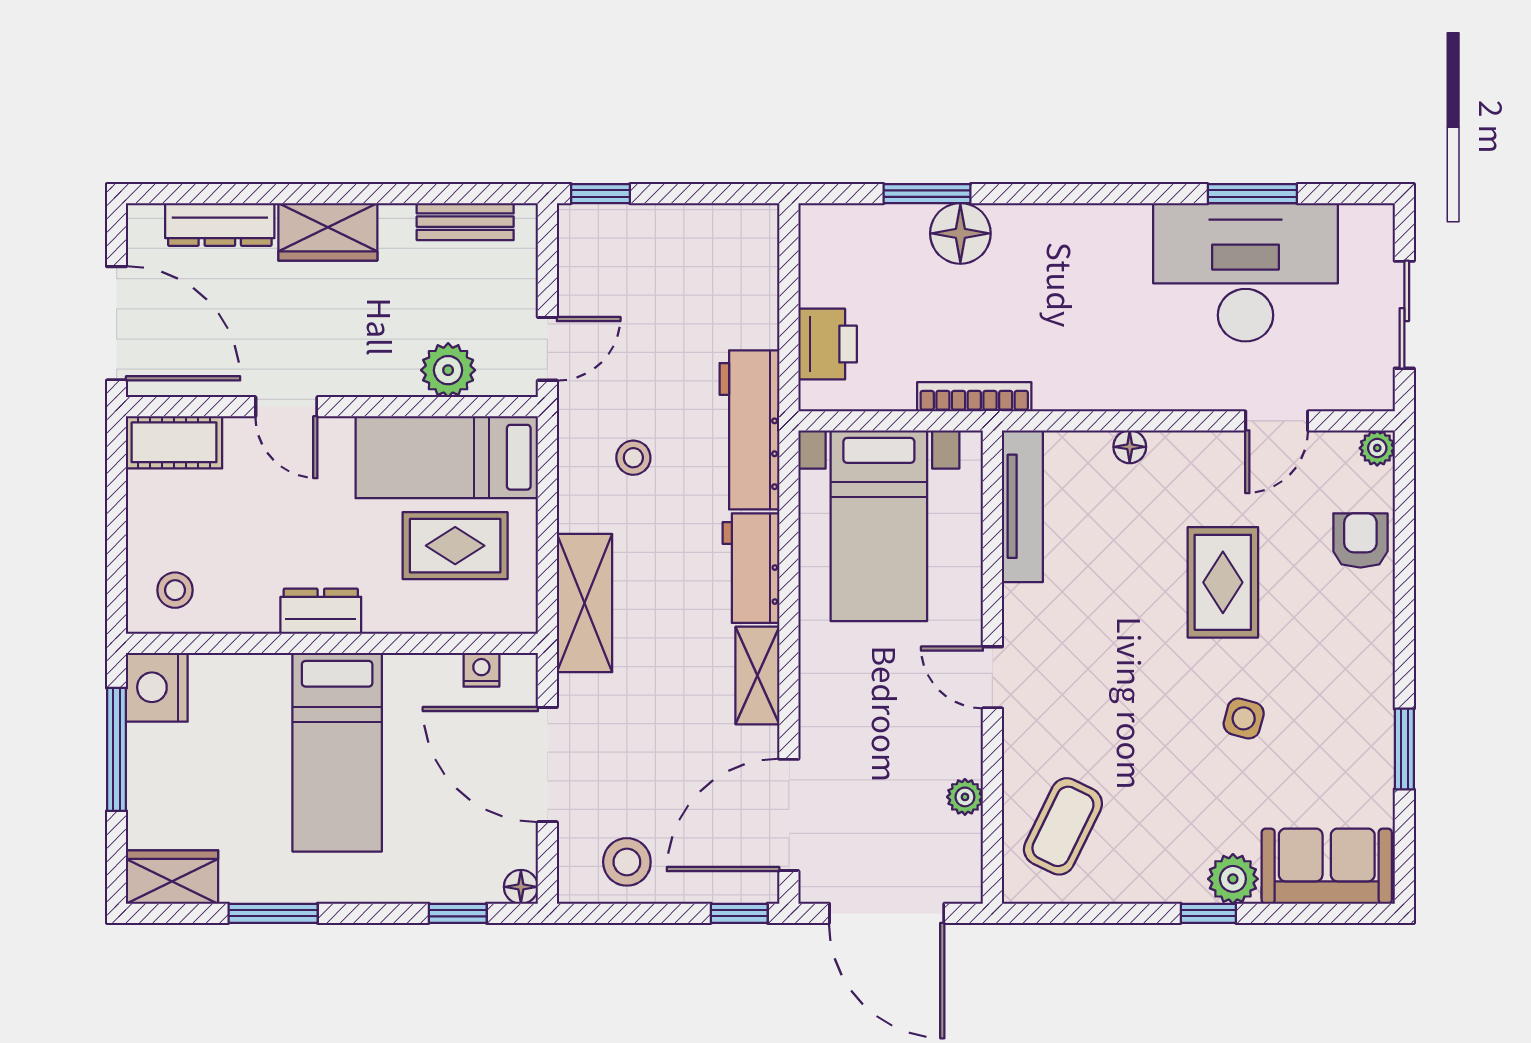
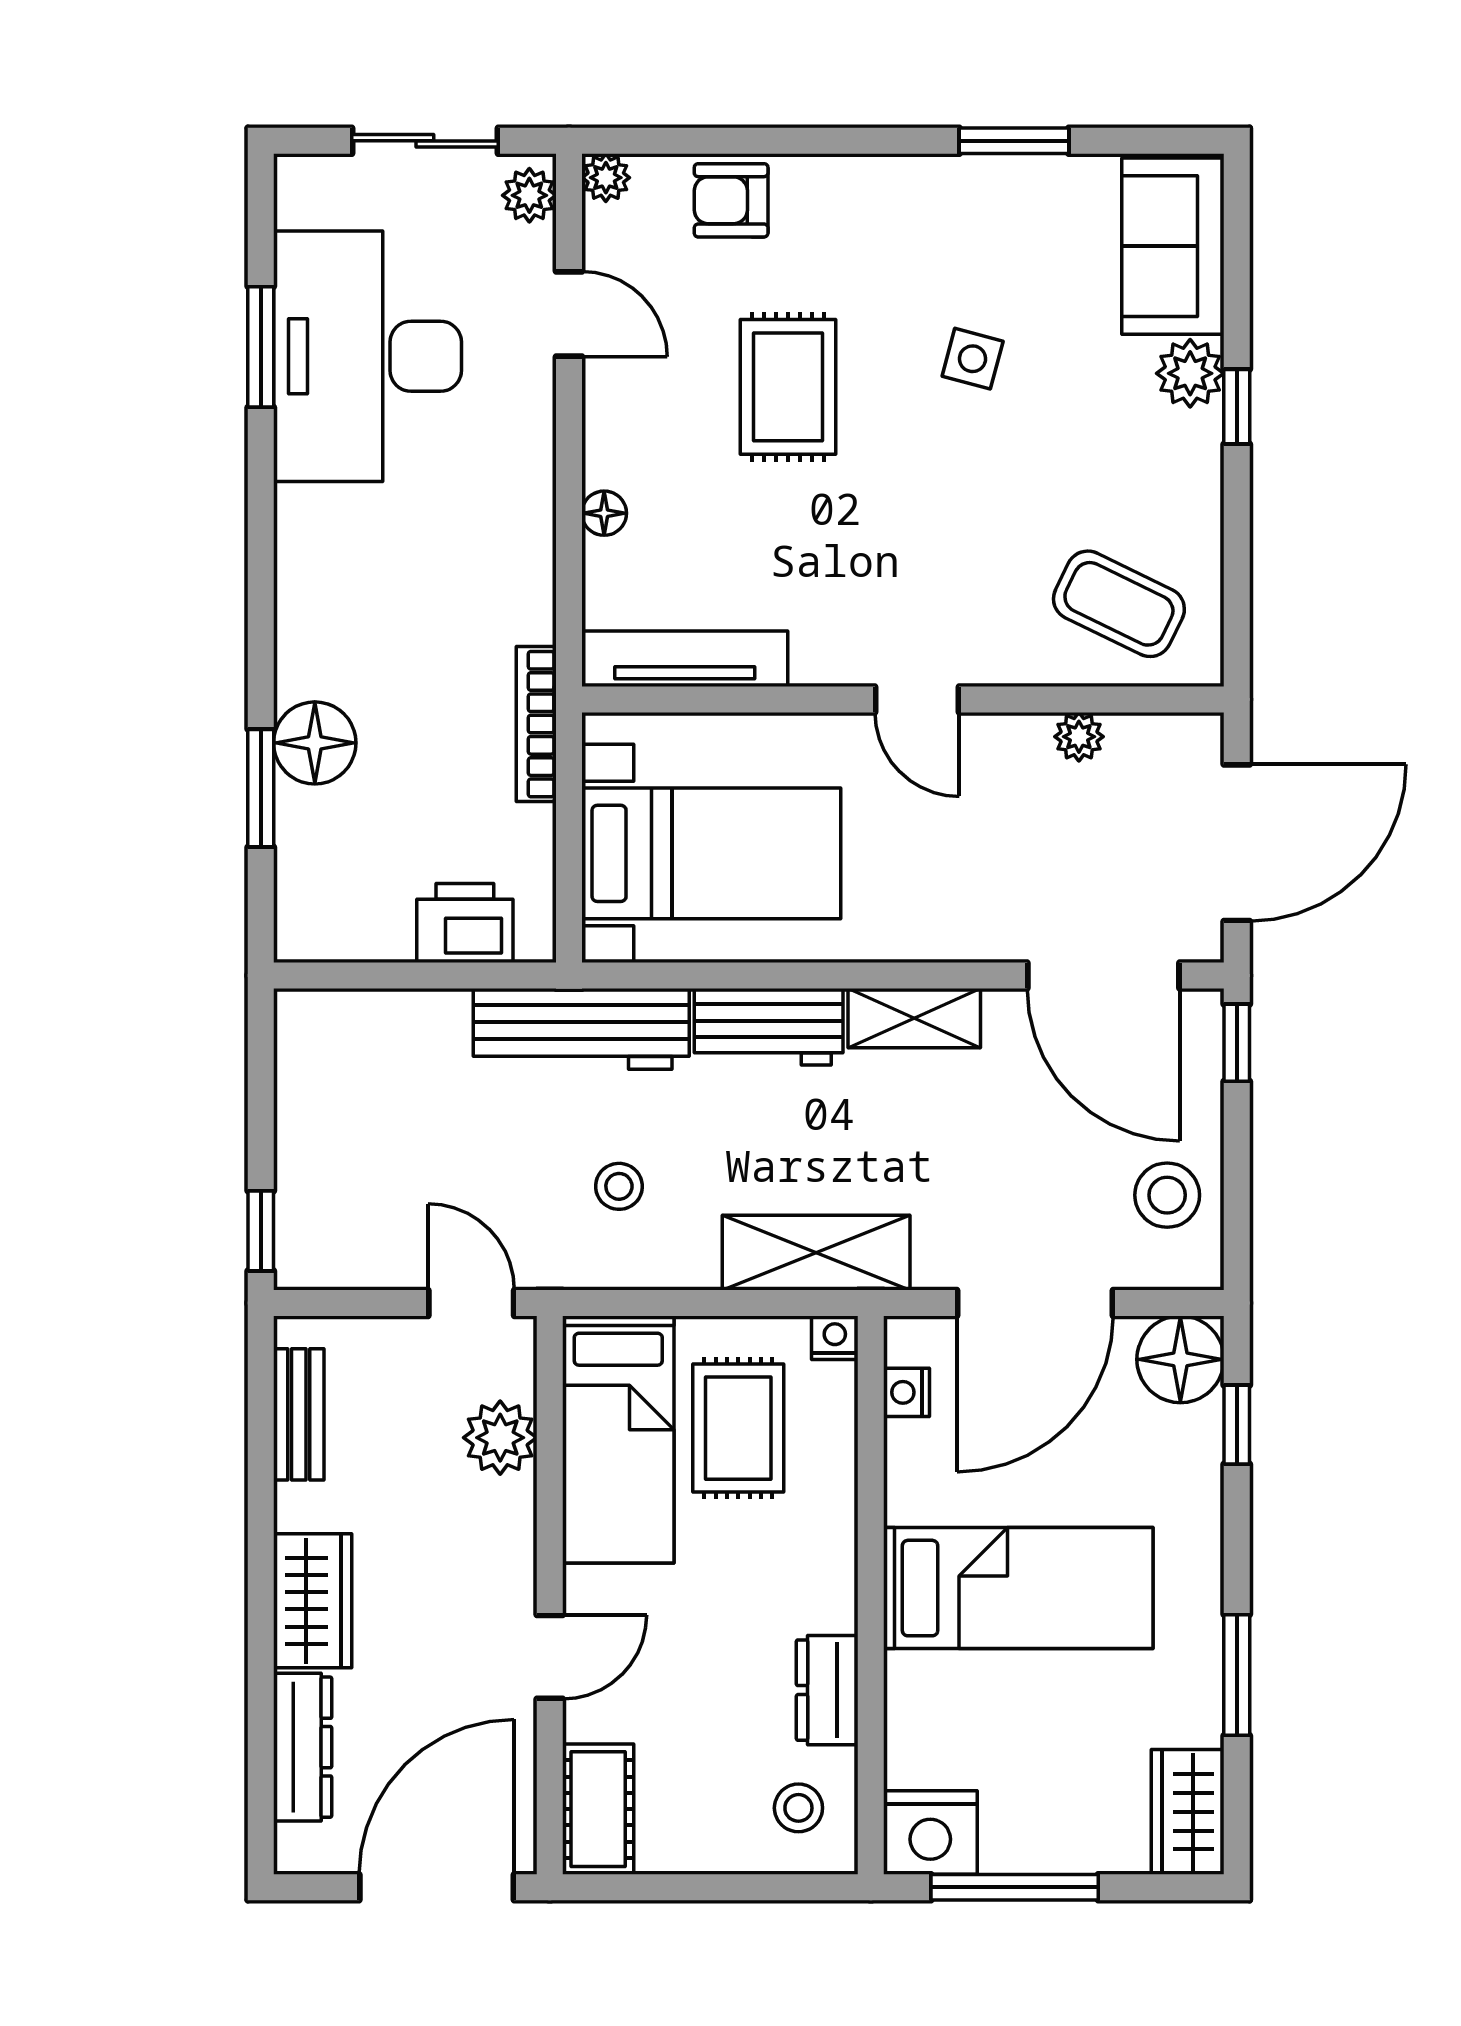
plant: (1364, 392) -> (529, 195), added
rug: (1223, 582) -> (788, 387), turned 90
dresser: (321, 611) -> (827, 1690), moved
nightstand: (522, 617) -> (835, 1338), added
door: (992, 677) -> (917, 699), hinge flipped
floor lamp: (521, 887) -> (1180, 1359), width x1.89, depth x1.89

